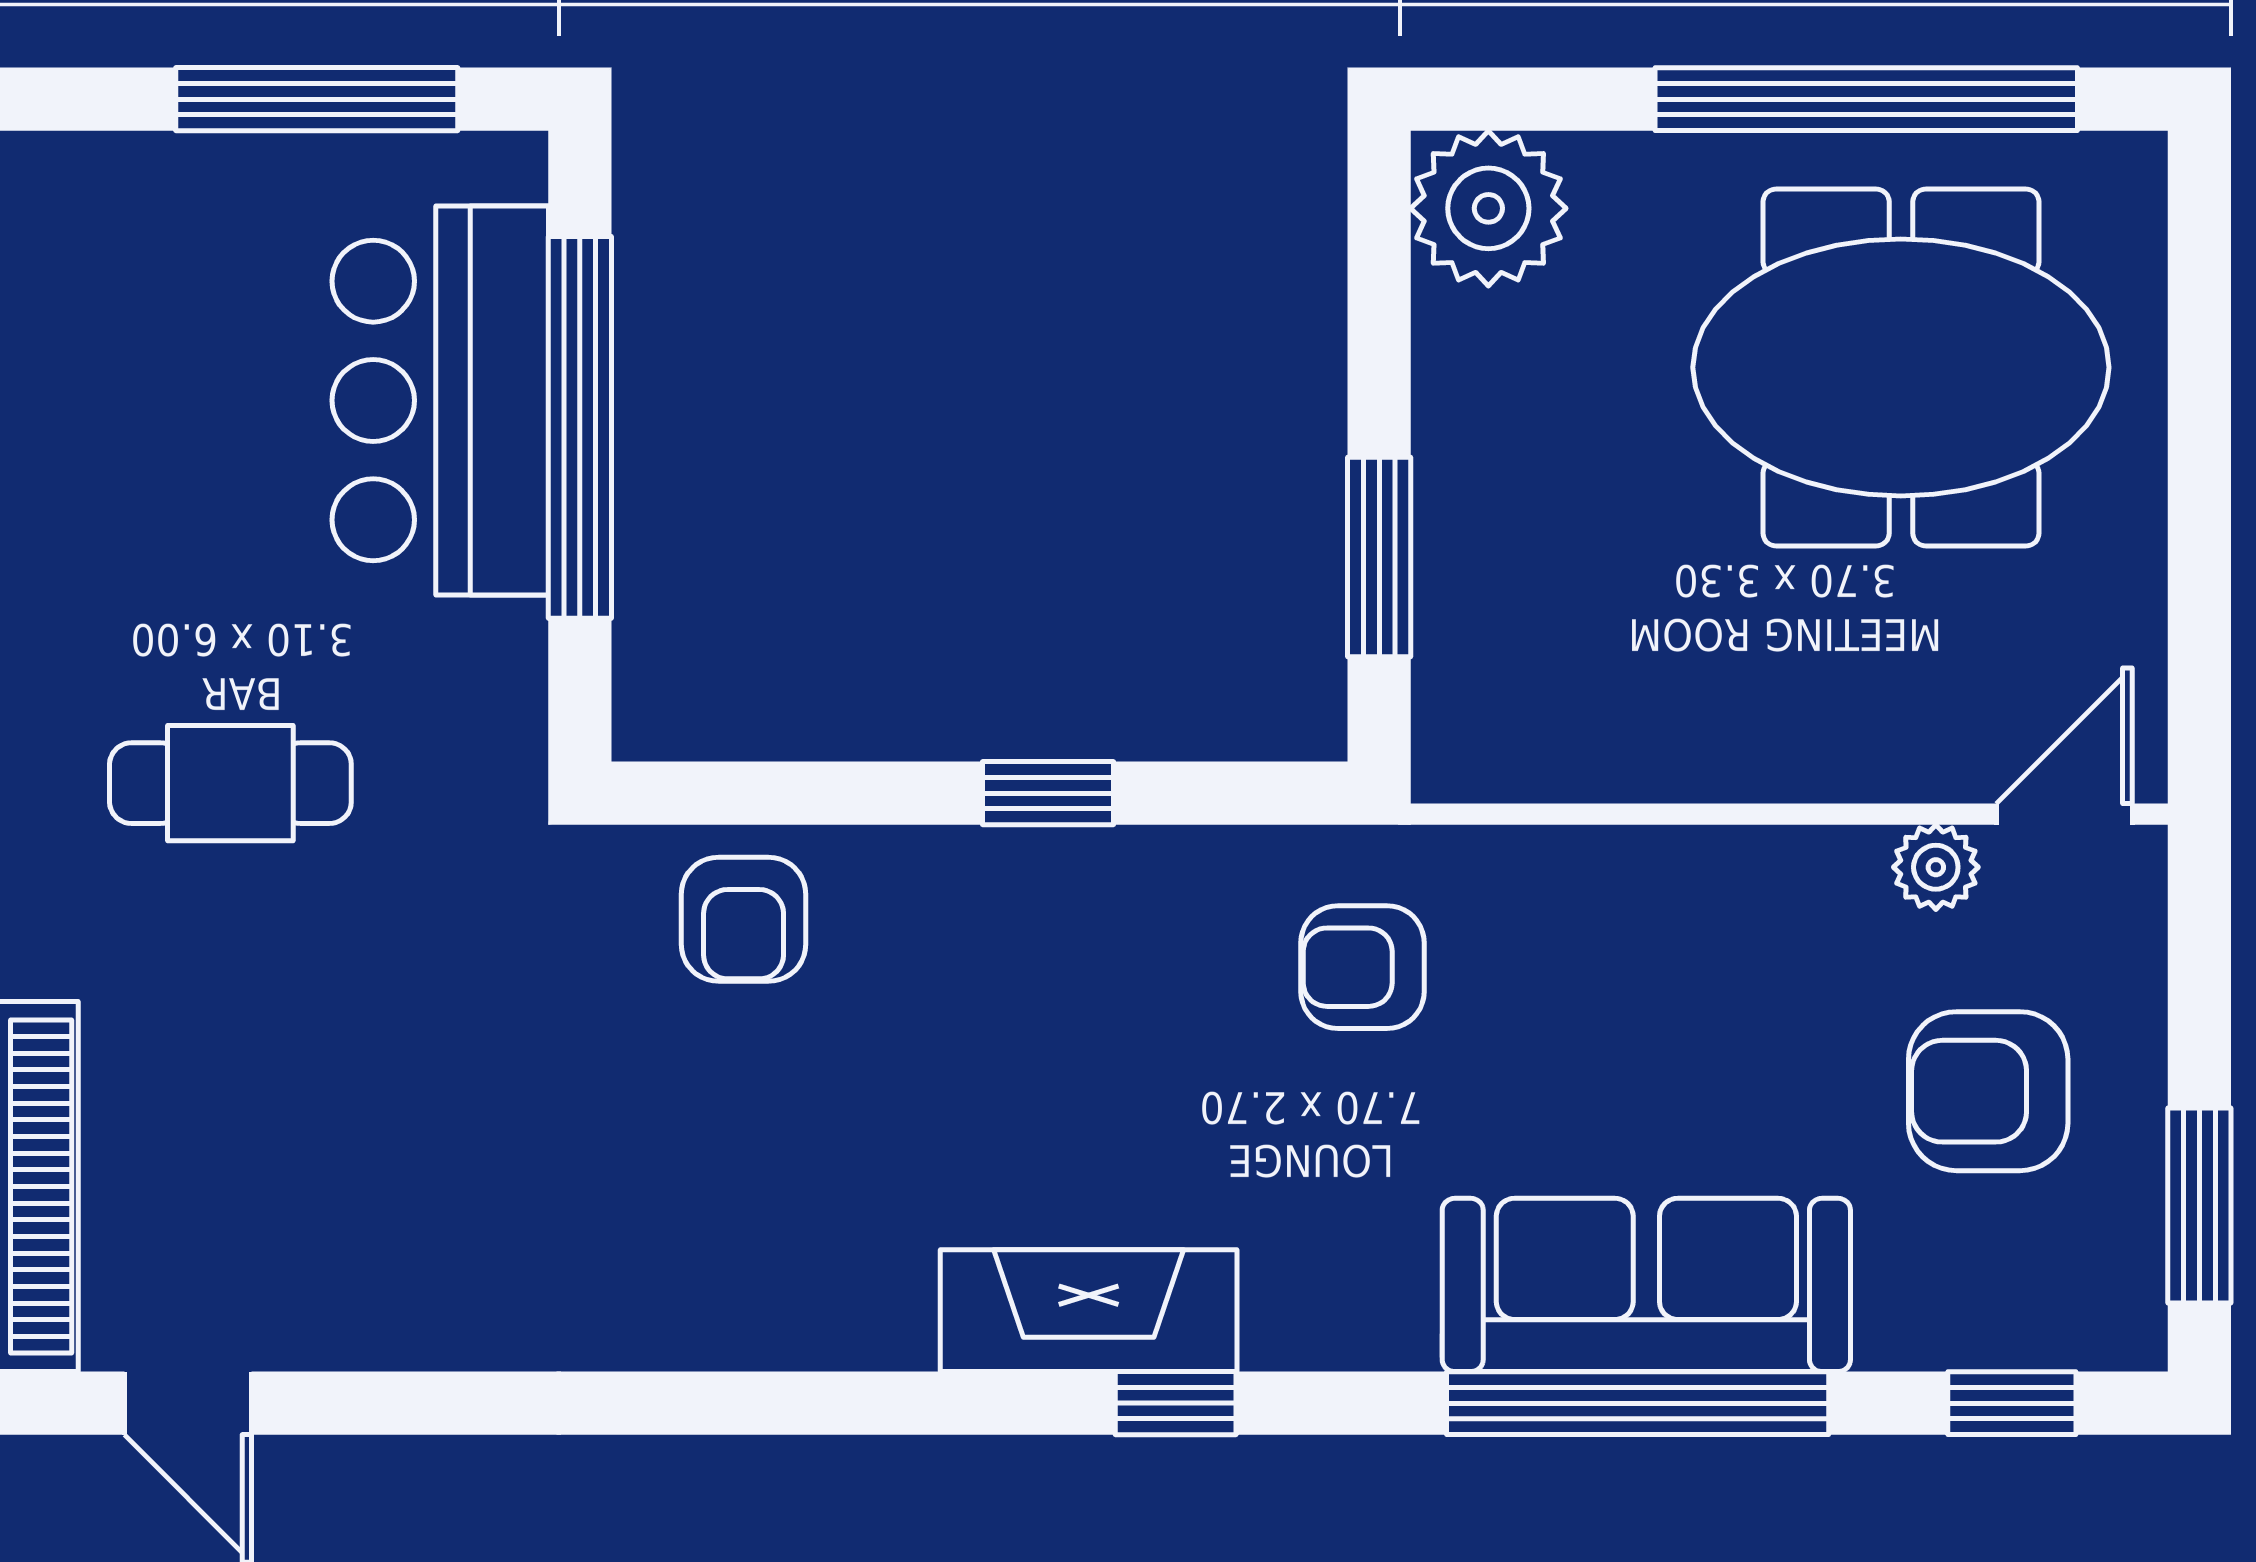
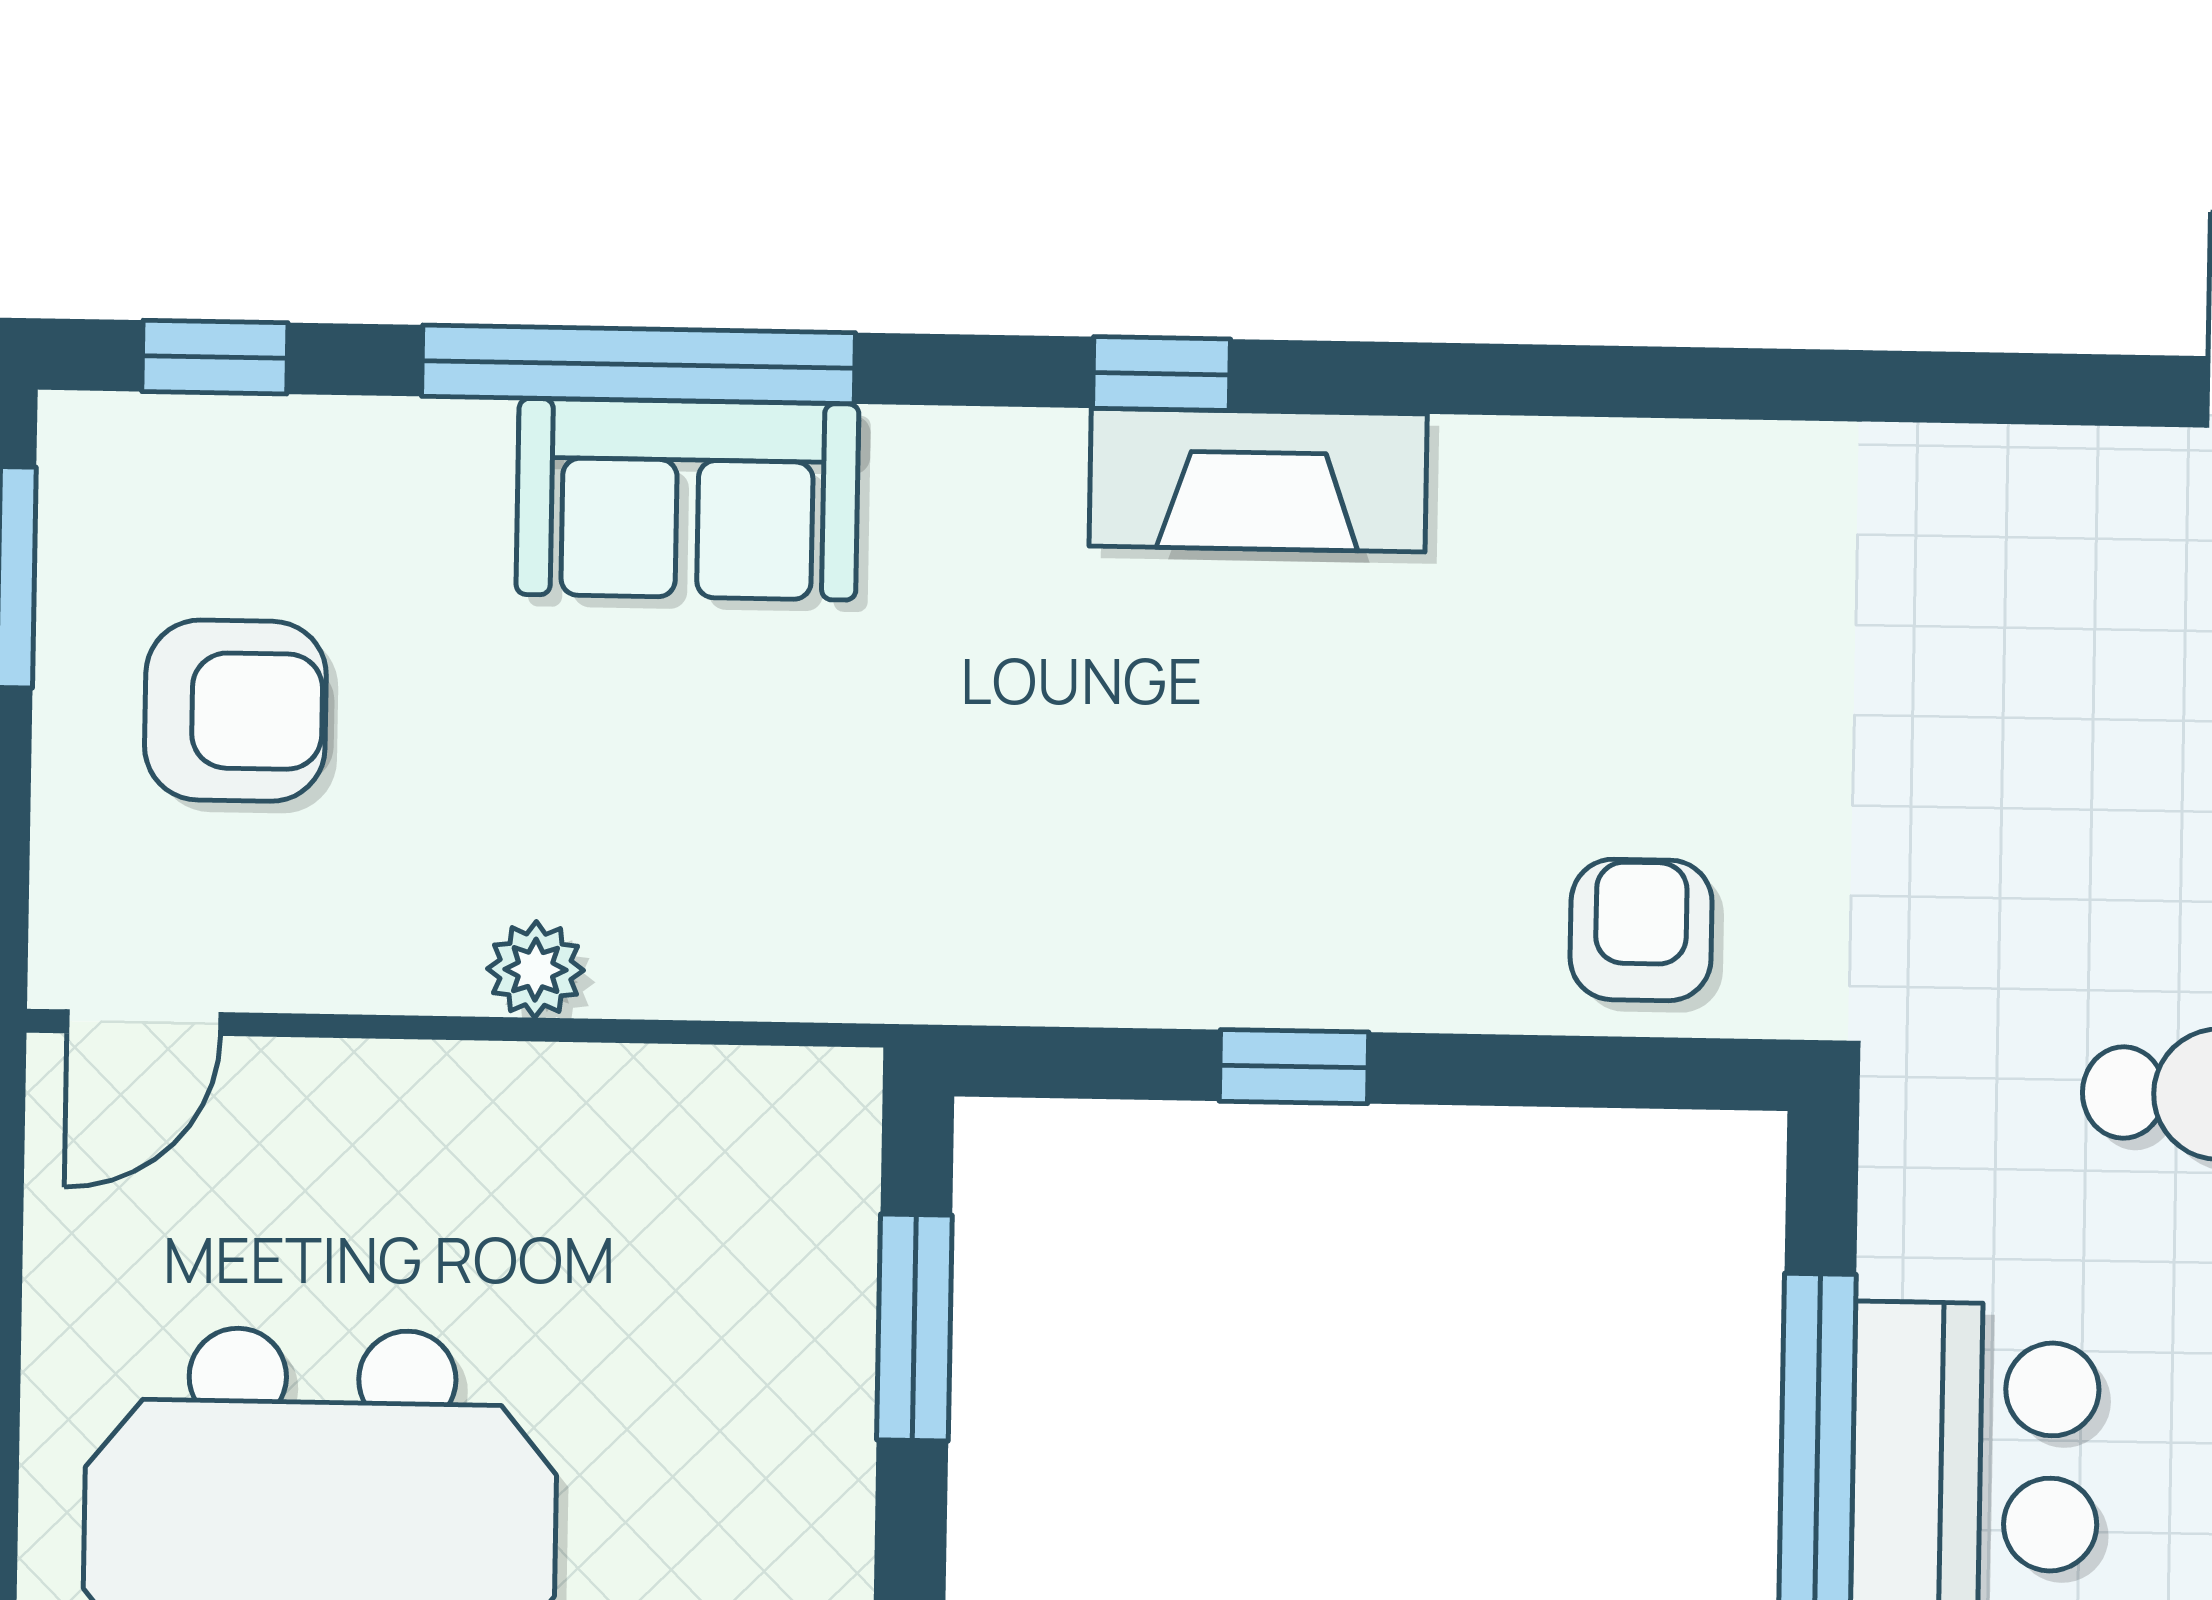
plant: (1936, 867) -> (535, 970), moved
armchair: (1362, 967) -> (941, 863), removed
sofa: (1646, 1285) -> (687, 499), width x0.73

